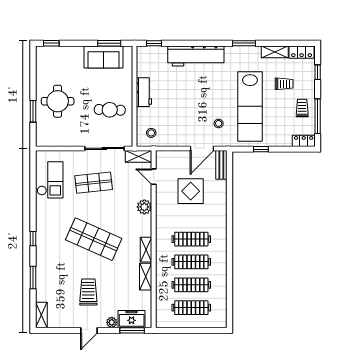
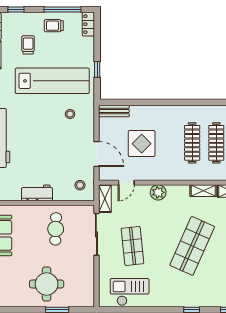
door: (202, 148) -> (96, 154), moved

